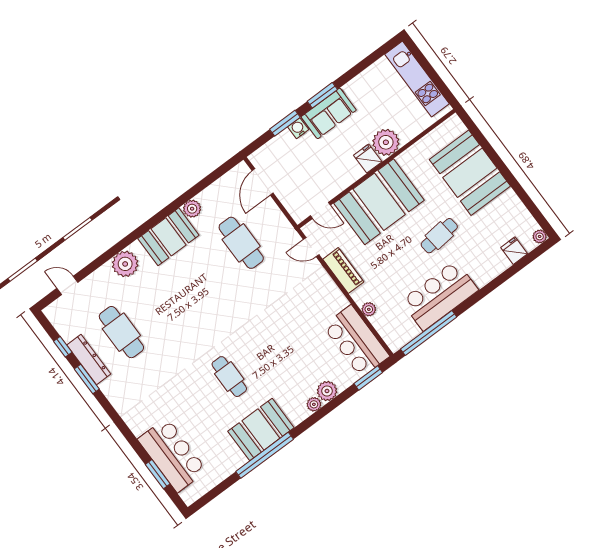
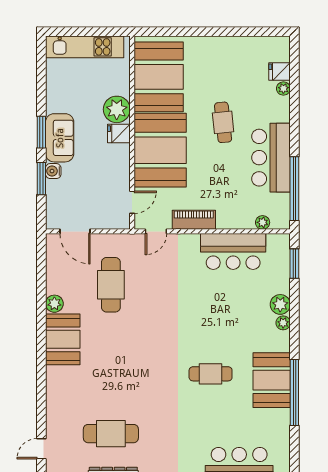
booth: (470, 173) -> (159, 77), moved, turned 90
plant: (540, 236) -> (283, 89), moved
cafe table: (241, 243) -> (111, 285), turned 90
plant: (125, 264) -> (59, 390), removed
plant: (369, 309) -> (263, 222), moved
bar counter: (356, 341) -> (233, 251), moved

